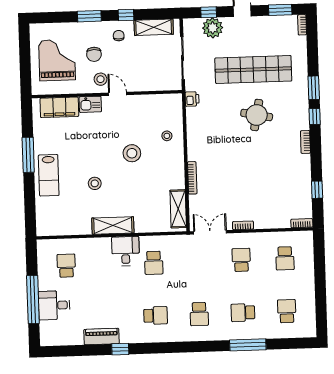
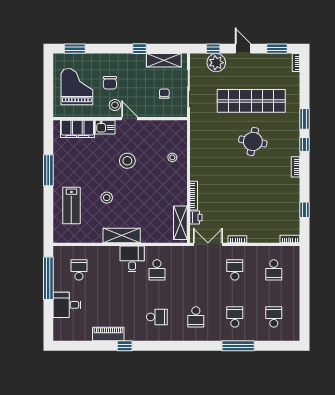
window: (89, 16) -> (75, 49), moved
chair: (119, 36) -> (164, 94), moved
printer: (192, 99) -> (196, 217), moved
stool: (132, 153) -> (127, 161), moved
lab bench: (49, 175) -> (71, 205), moved
window: (33, 300) -> (48, 278), moved
school desk: (243, 313) -> (235, 317), turned 90

